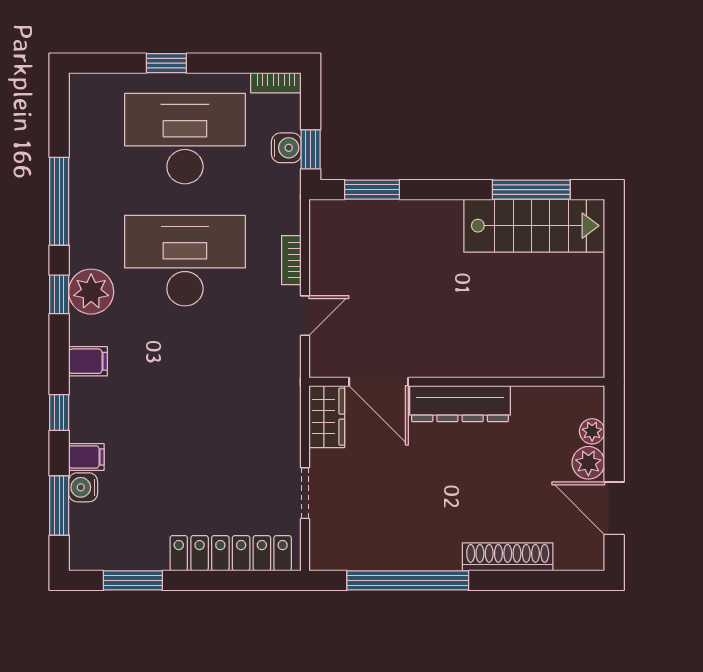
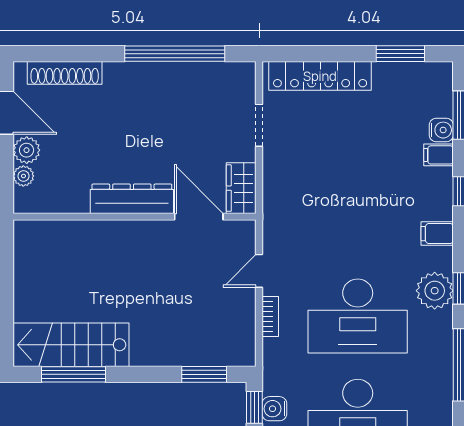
shoe rack: (508, 557) -> (65, 73), moved

